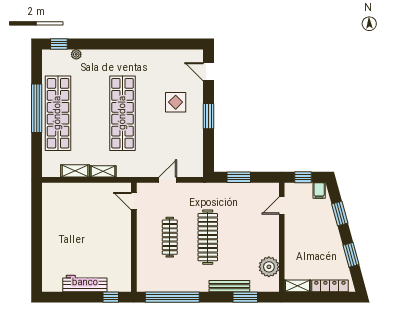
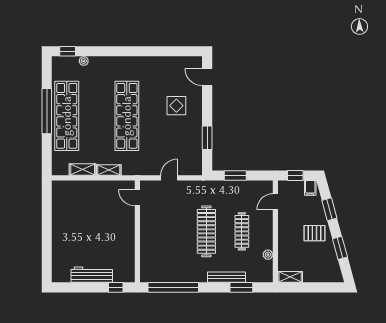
window: (208, 116) -> (207, 138), moved
clothes rail: (170, 237) -> (242, 231), moved
pallet: (324, 239) -> (314, 233), added
plant: (269, 267) -> (268, 255), width x0.53, depth x0.53
locker: (330, 286) -> (320, 277), removed

